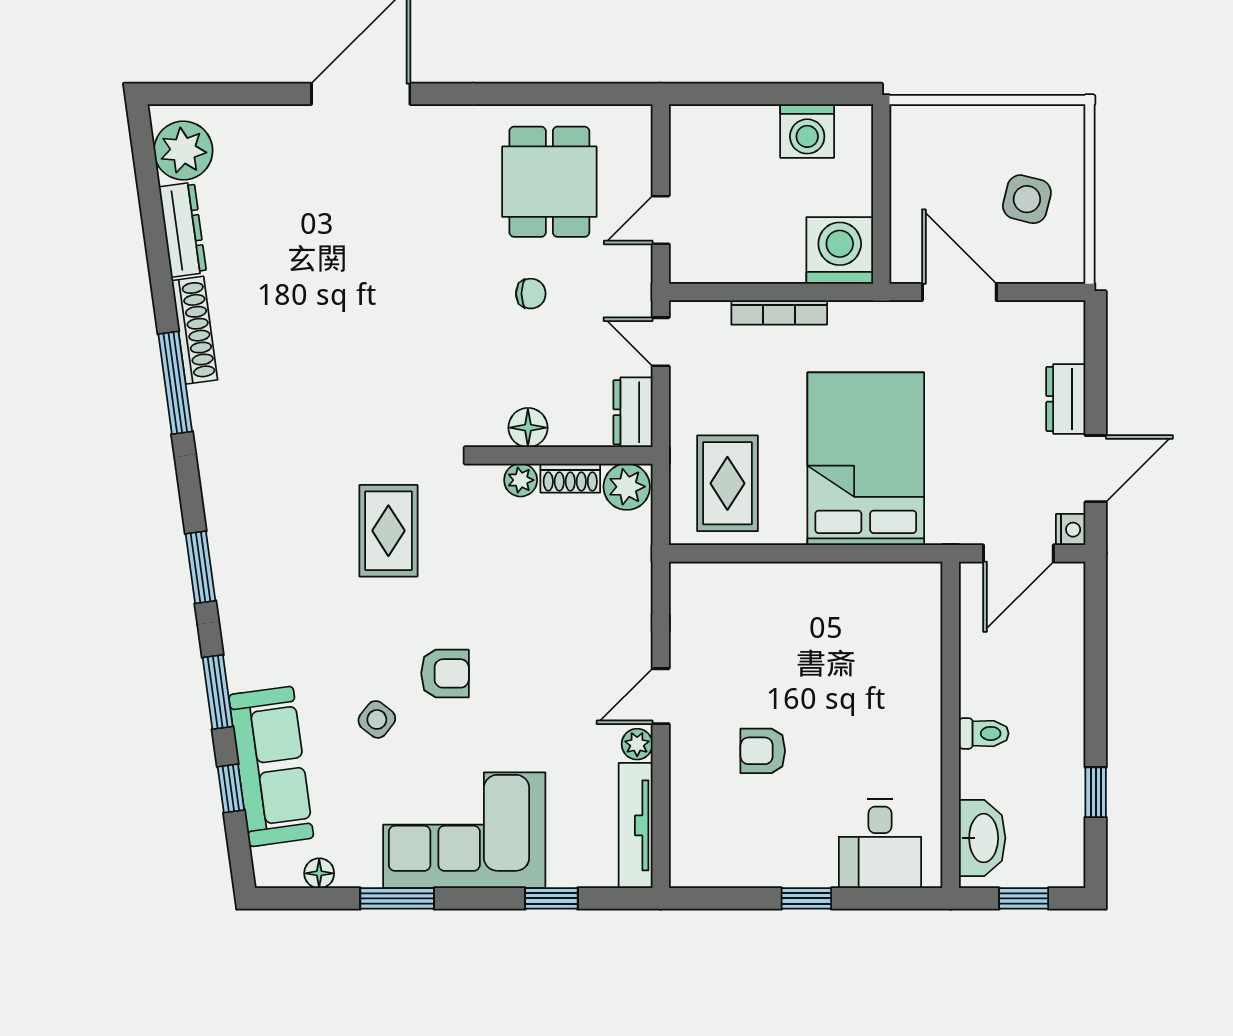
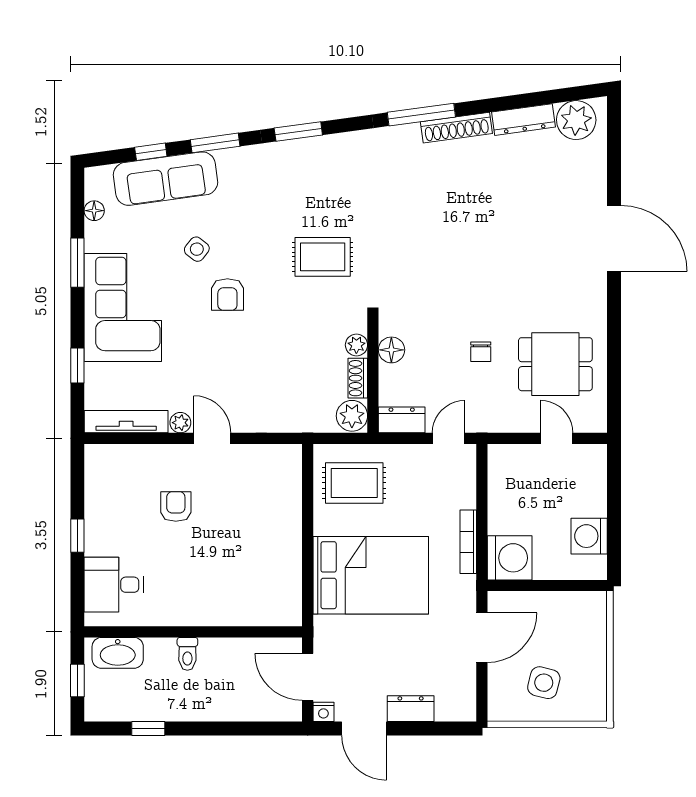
door: (661, 220) -> (557, 438), moved
bookcase: (779, 312) -> (468, 542), moved

